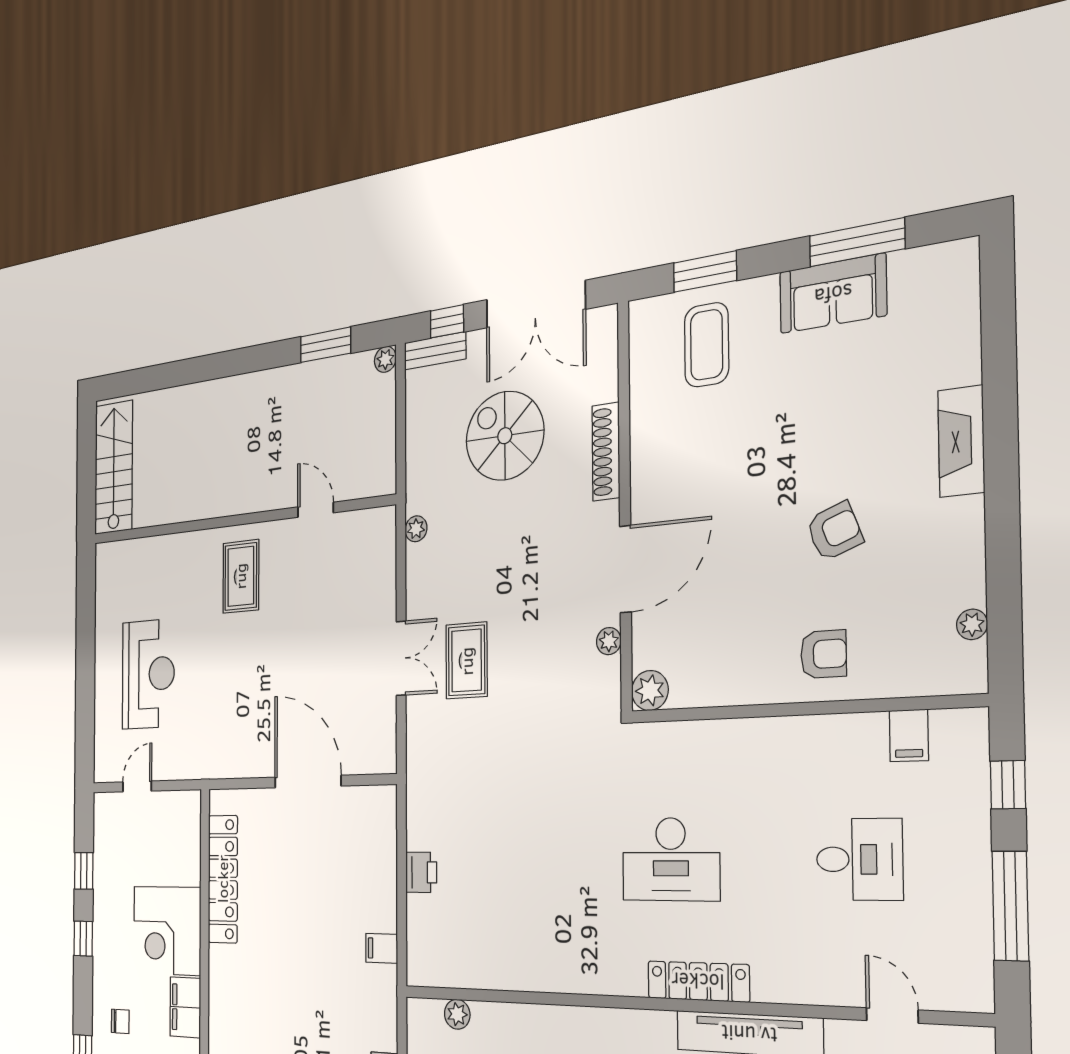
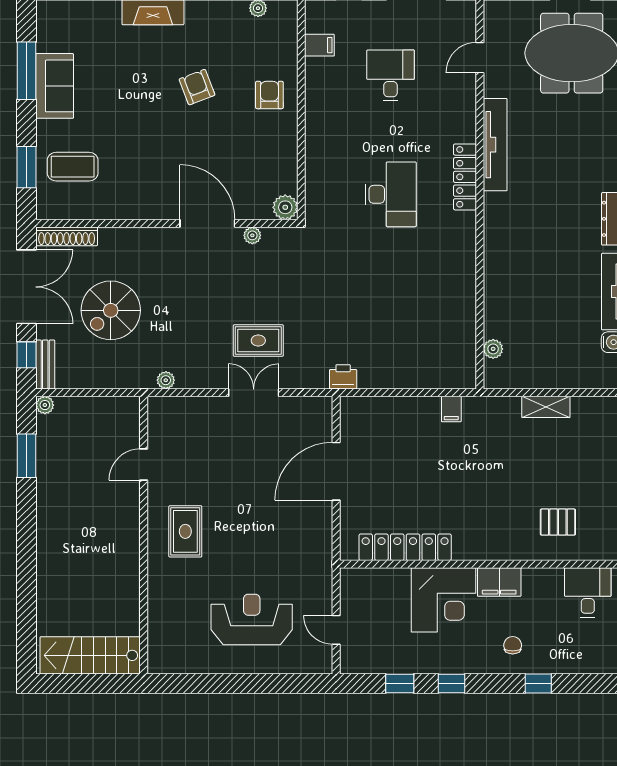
shoe rack: (606, 452) -> (67, 236), moved
rug: (241, 576) -> (185, 531), turned 90
printer: (421, 872) -> (343, 377), moved

